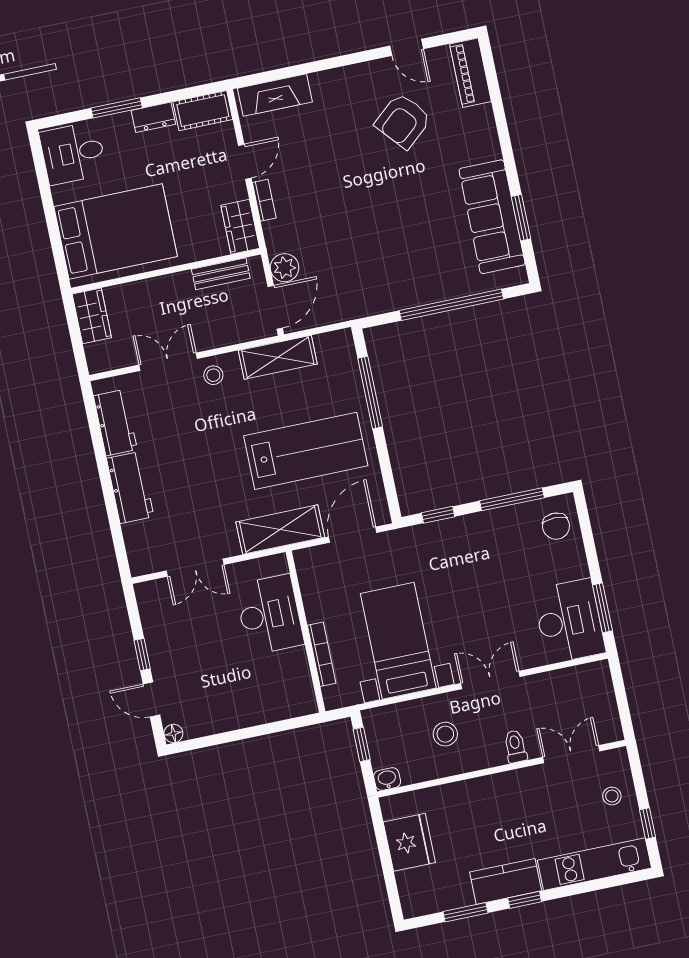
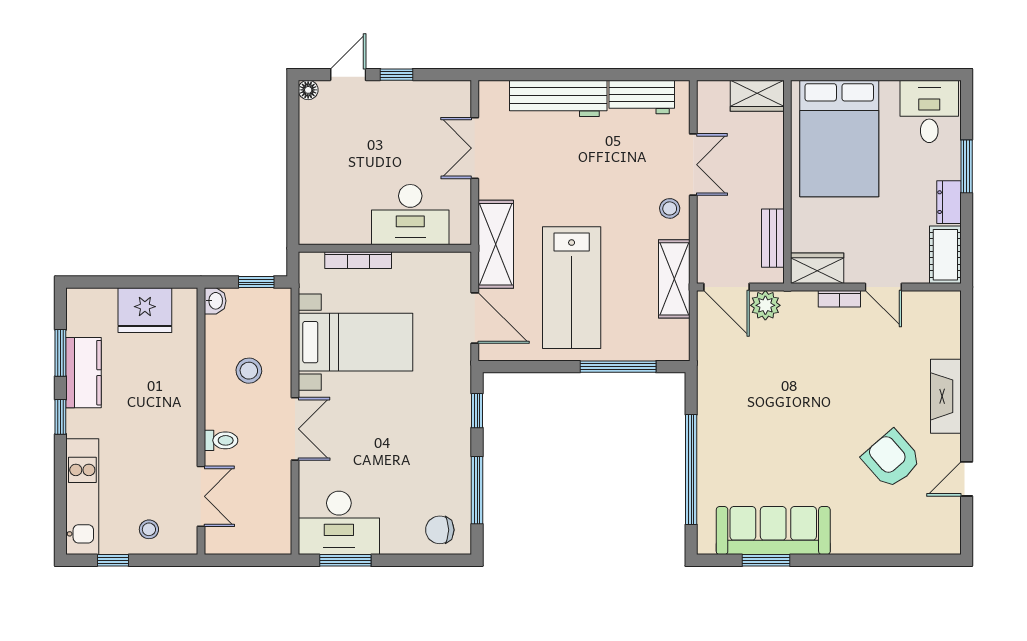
piano: (470, 73) -> (927, 539), removed
fireplace: (275, 95) -> (946, 396), moved
workbench: (130, 488) -> (558, 98), width x1.38
kitchen counter: (506, 881) -> (84, 373), moved

